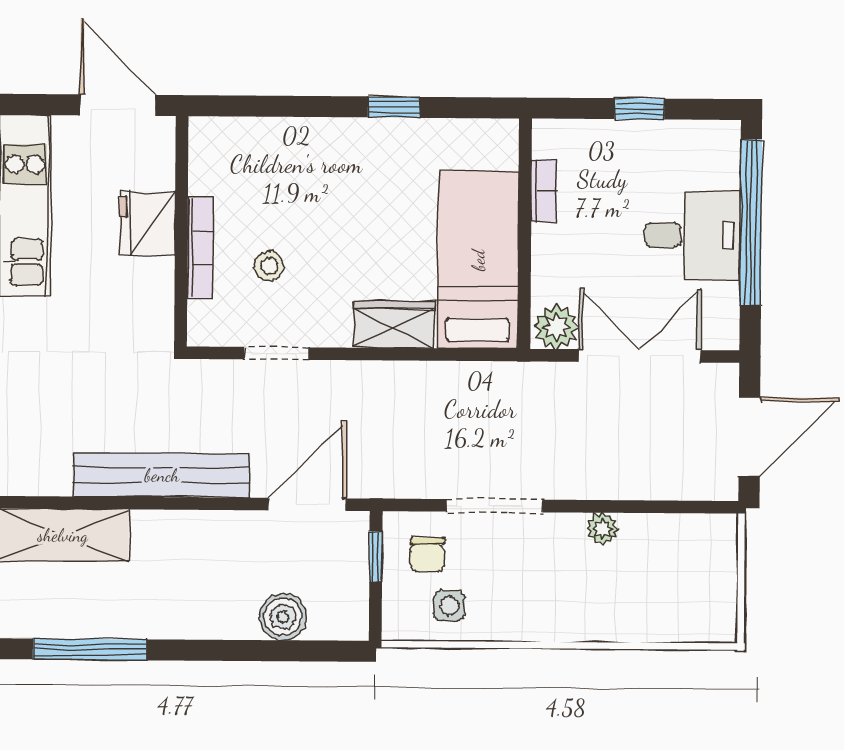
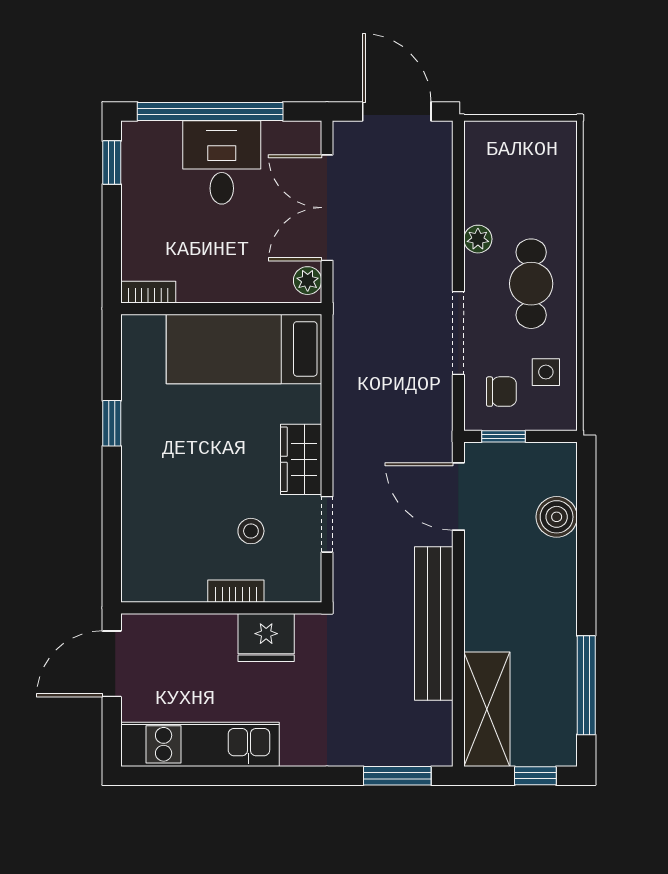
window: (640, 109) -> (112, 163), moved
bookcase: (544, 191) -> (148, 292), moved
fridge: (147, 223) -> (266, 637), moved
bookcase: (200, 248) -> (236, 591), width x0.64
wardrobe: (394, 324) -> (301, 459), moved
plant: (556, 327) -> (308, 281), width x0.73, depth x0.73
cafe table: (551, 589) -> (531, 284), added

